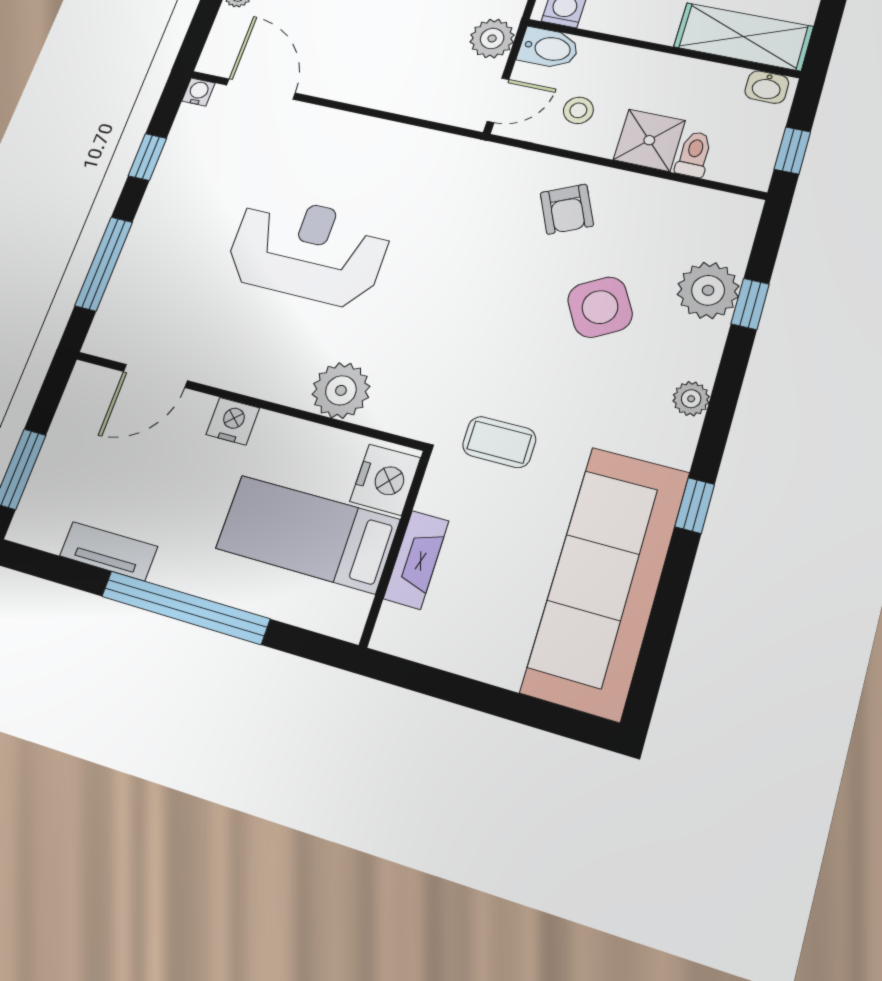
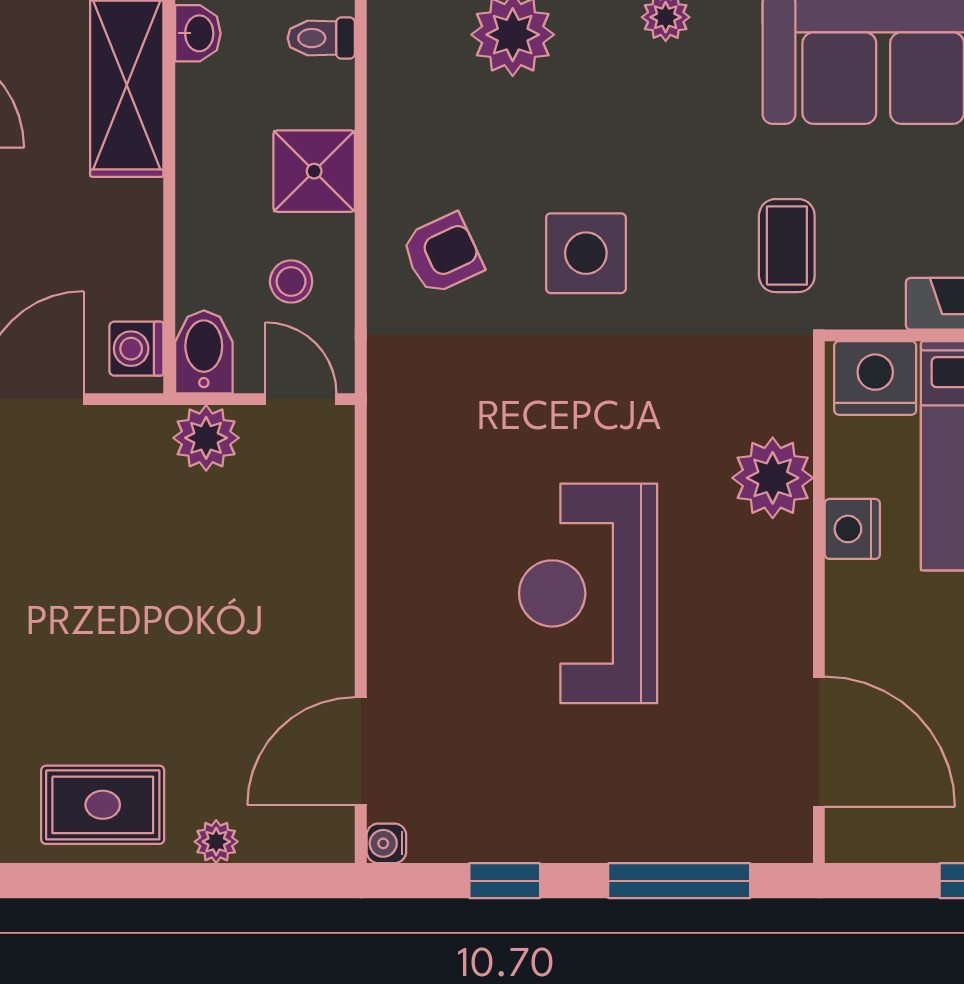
toilet: (694, 154) -> (321, 38), moved
side table: (600, 307) -> (586, 253), moved, turned 30
door: (155, 376) -> (819, 742), width x1.36
nightstand: (233, 421) -> (852, 529), moved

